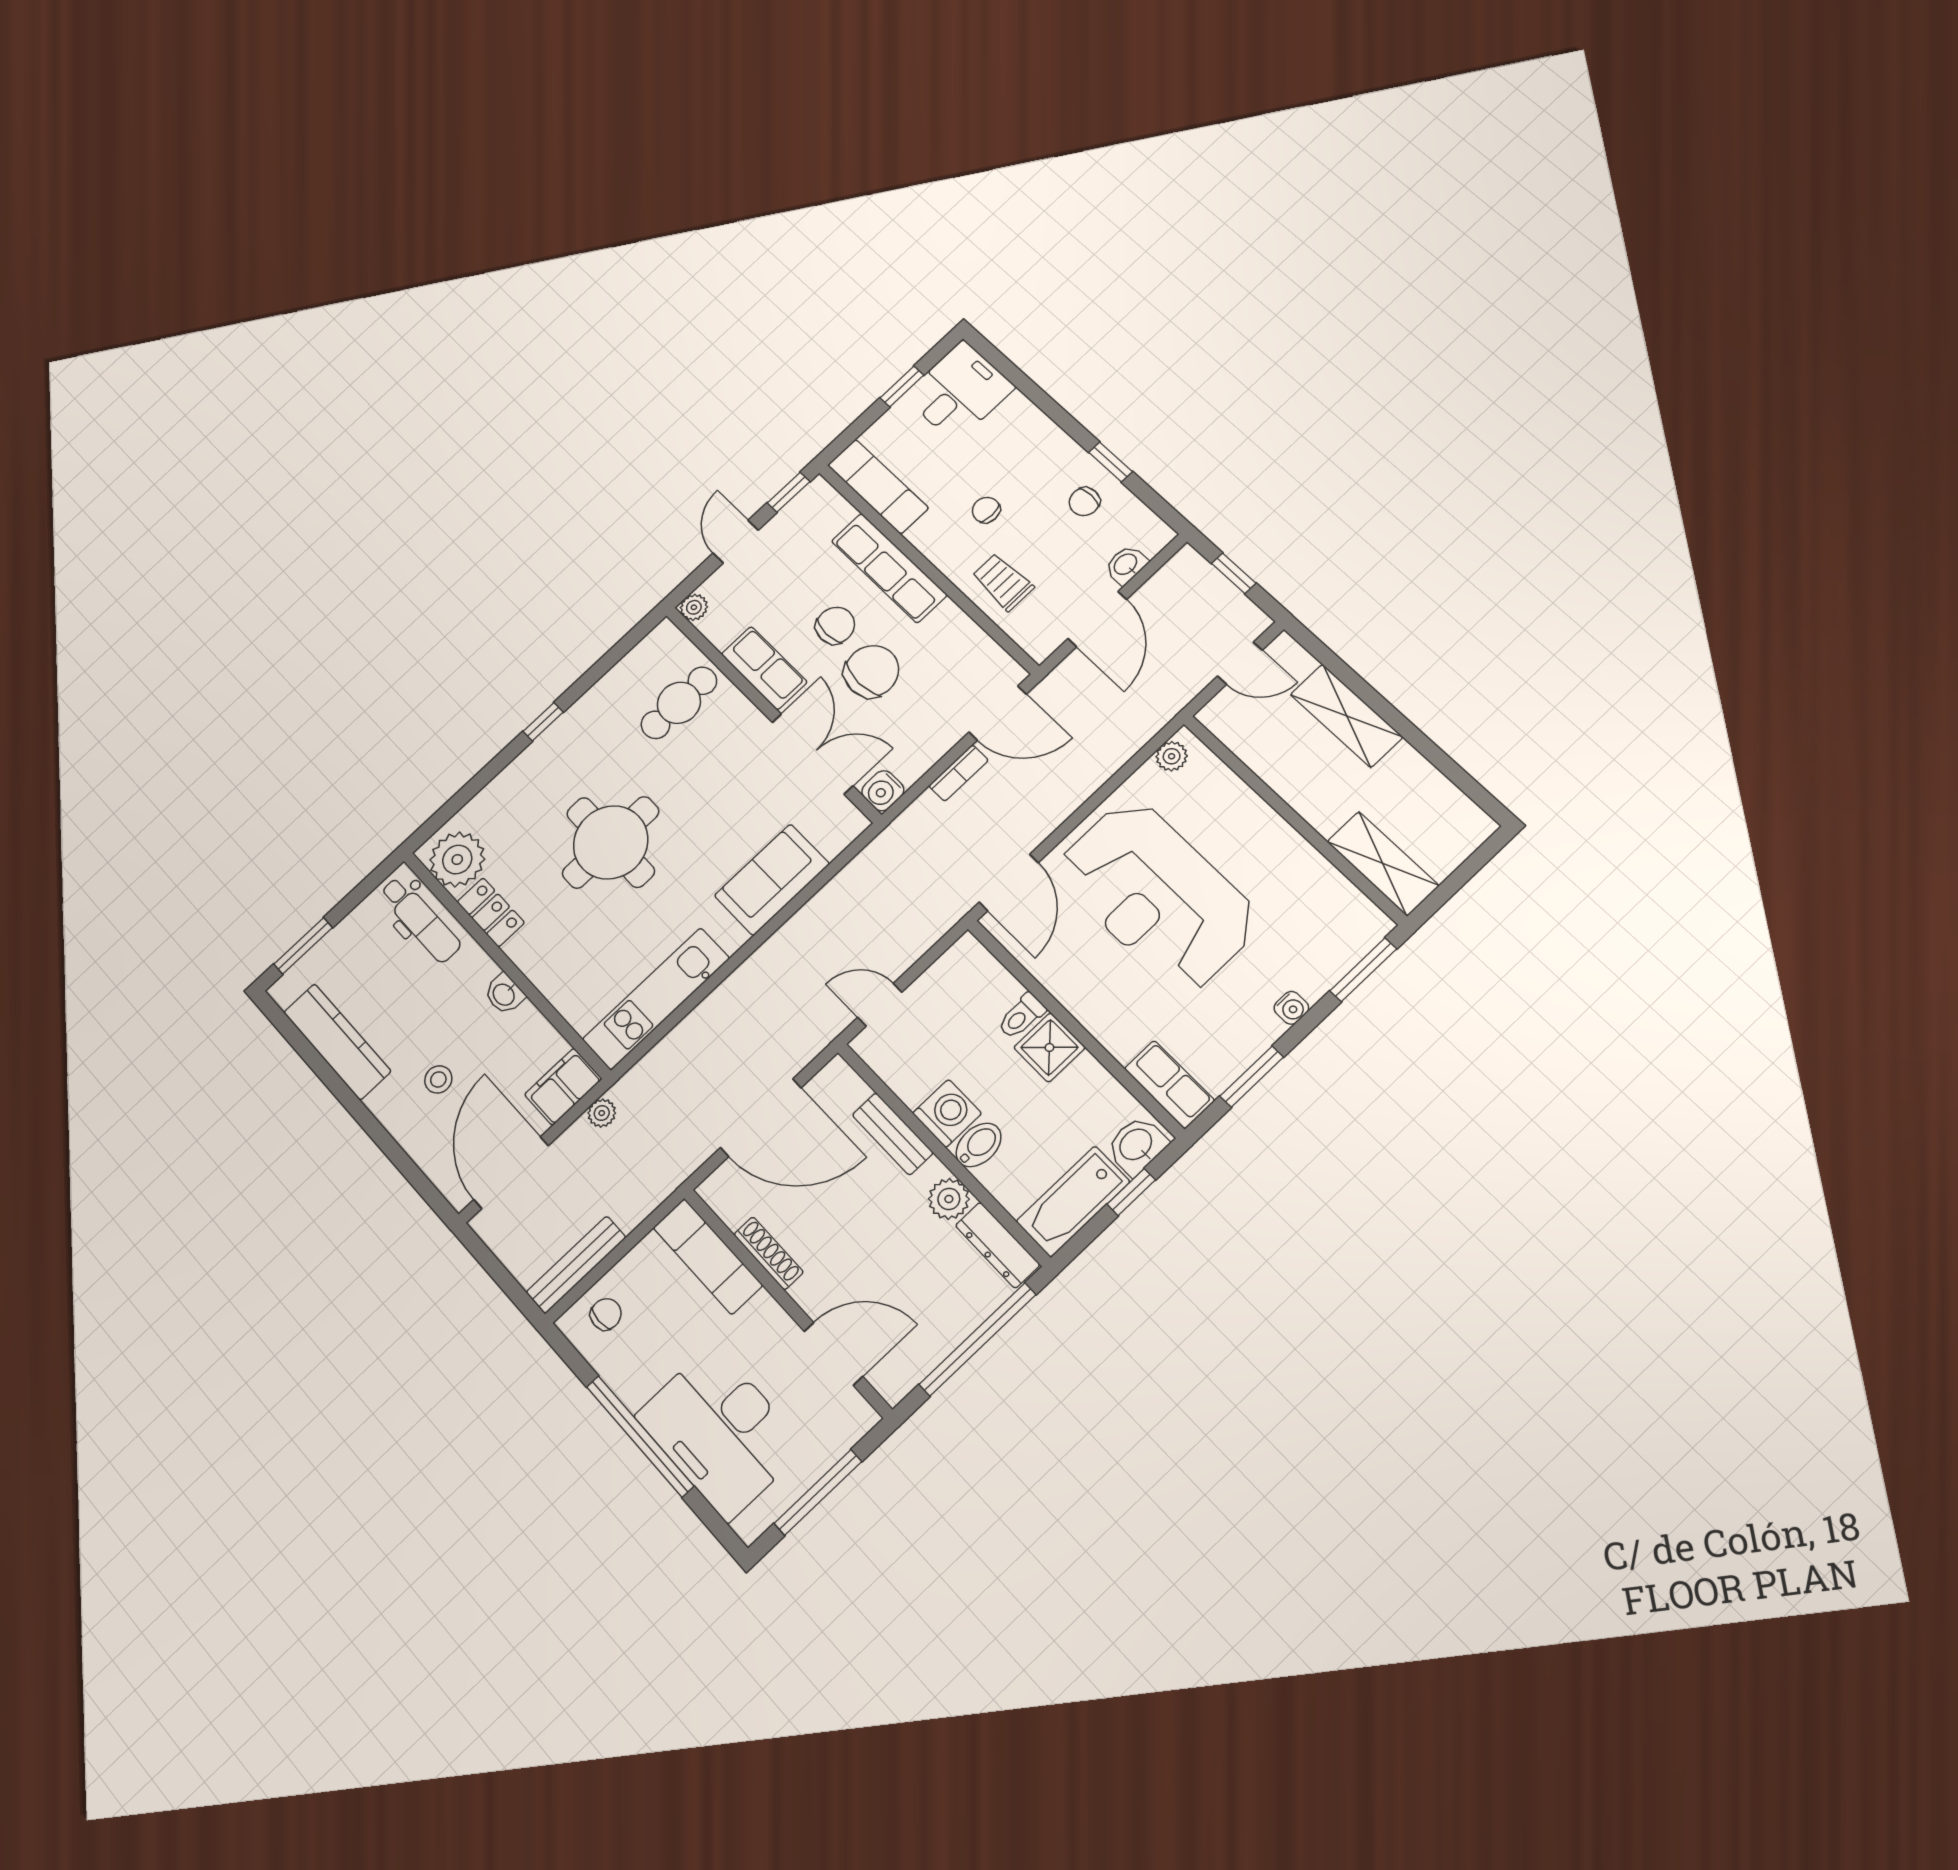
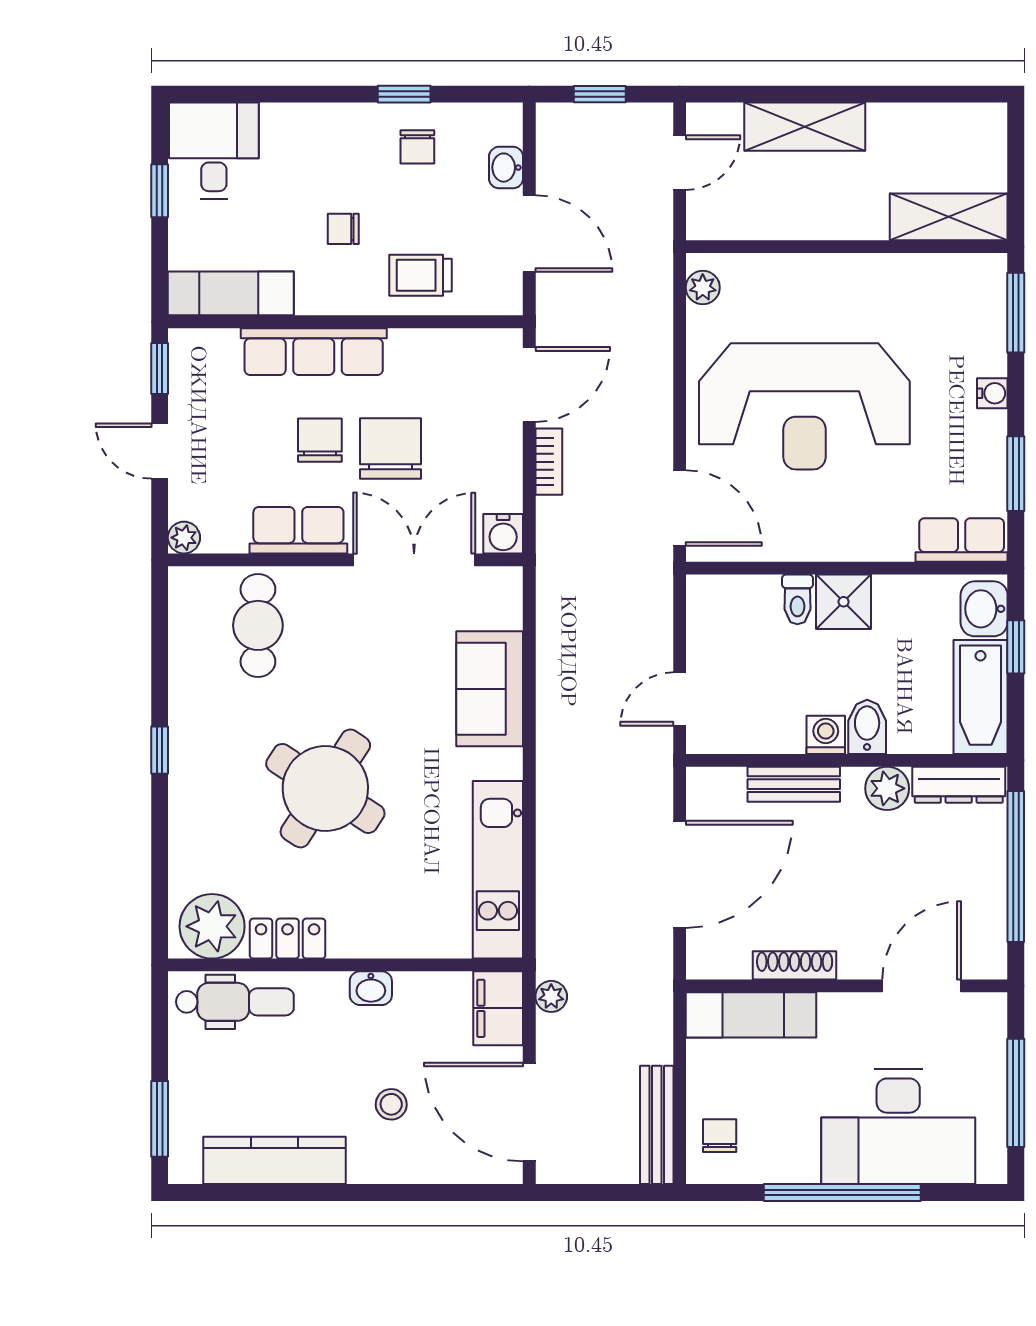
round table: (611, 842) -> (325, 788), turned 33
washing machine: (947, 1113) -> (826, 735), width x0.73, depth x0.73

